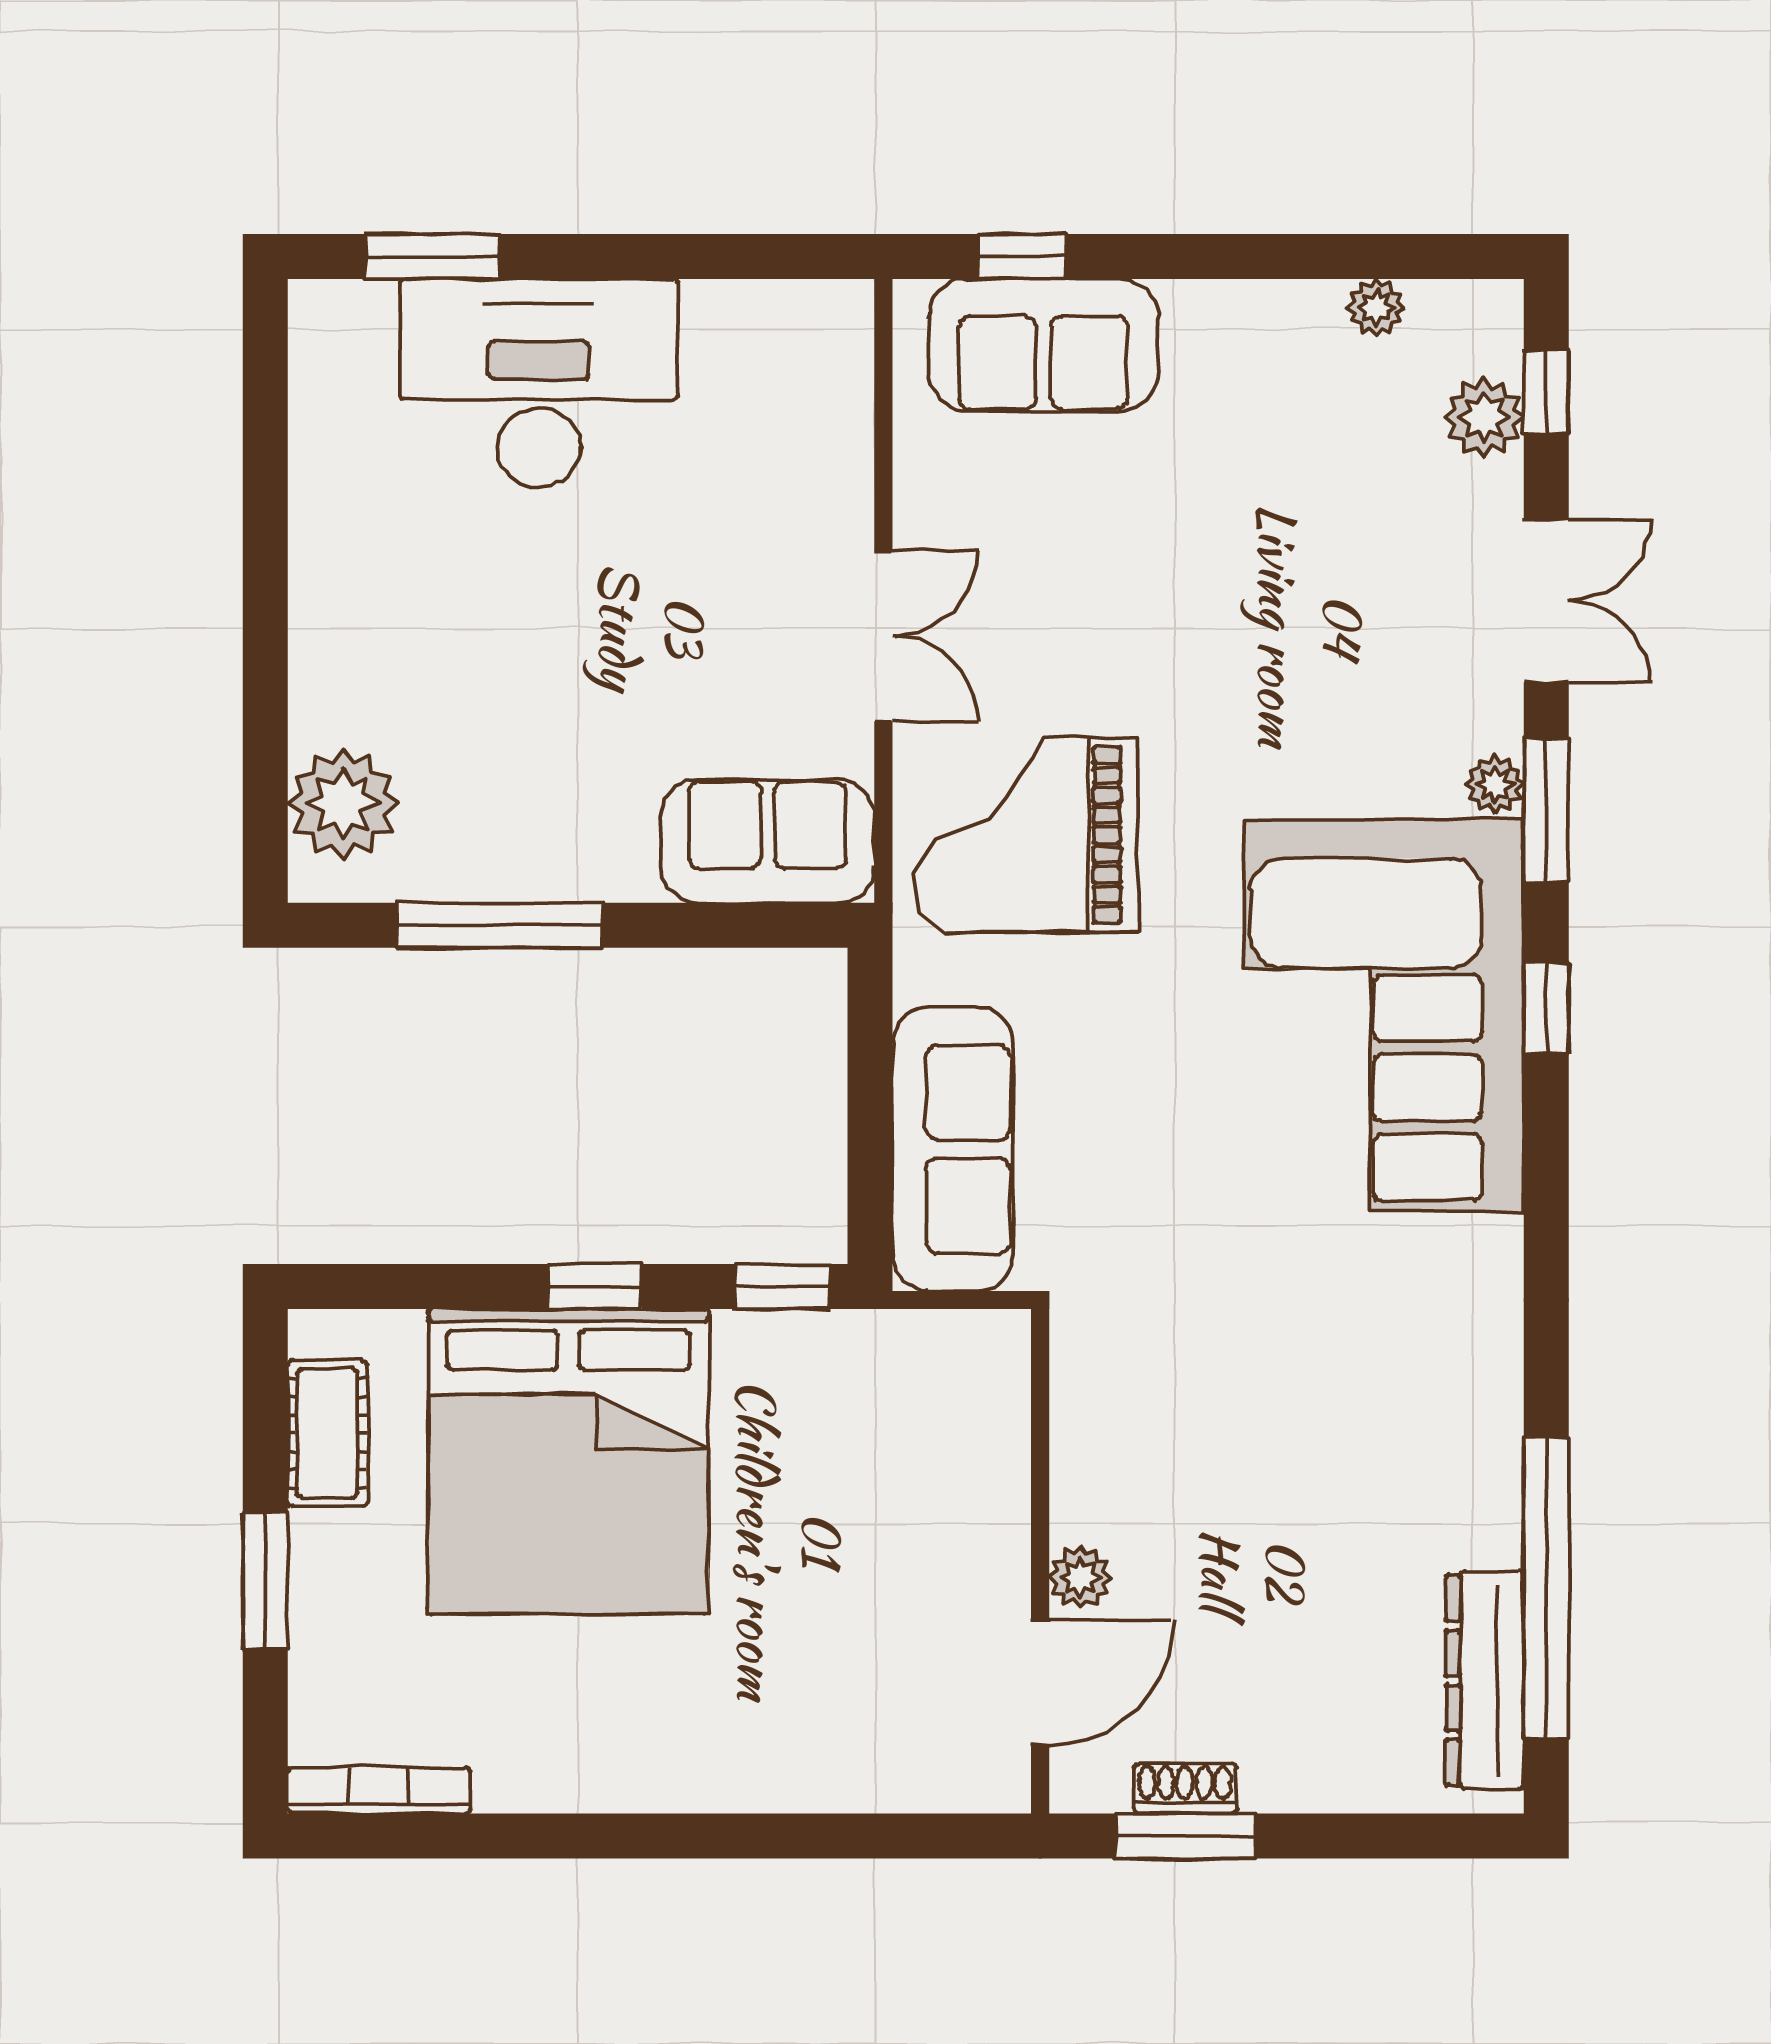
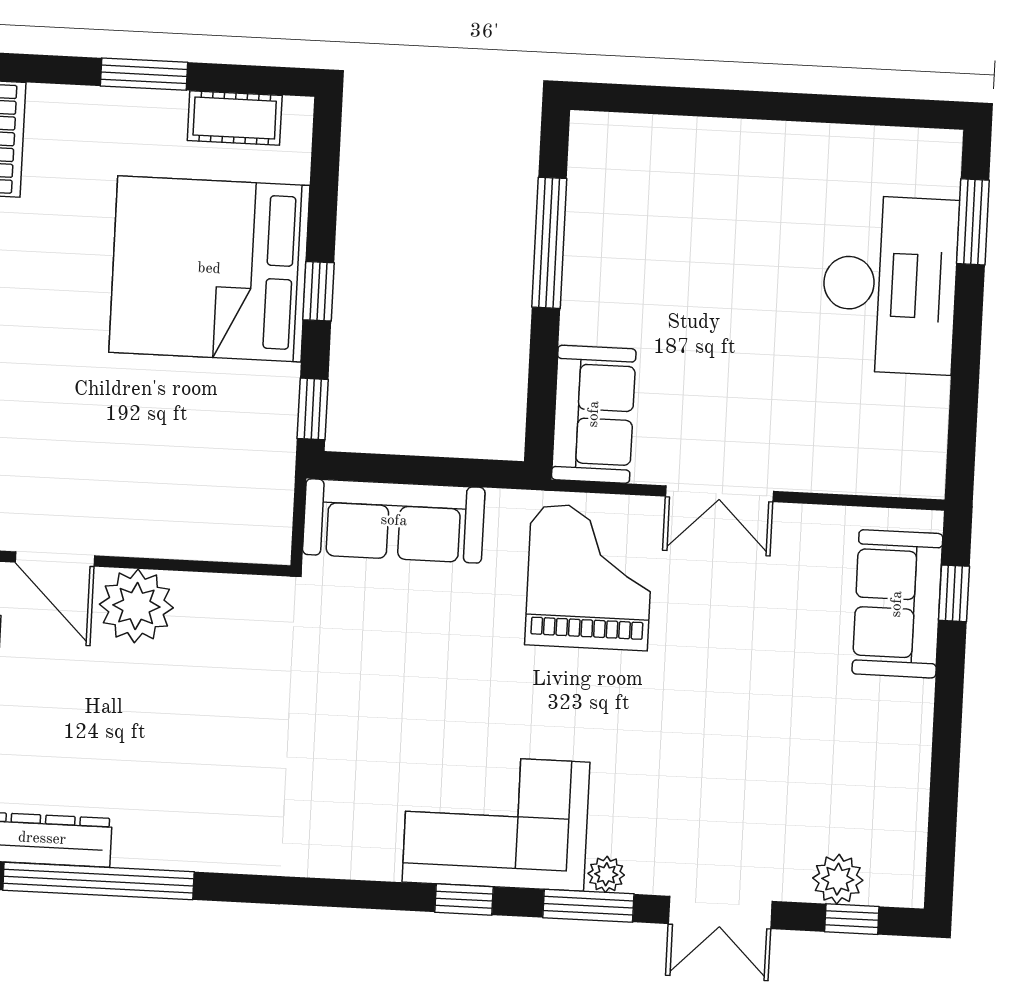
plant: (1376, 307) -> (911, 815), removed
plant: (343, 804) -> (631, 148), removed
corner sofa: (1384, 1015) -> (496, 822), width x0.73, depth x0.74
plant: (1080, 1577) -> (136, 606), width x1.88, depth x1.88

